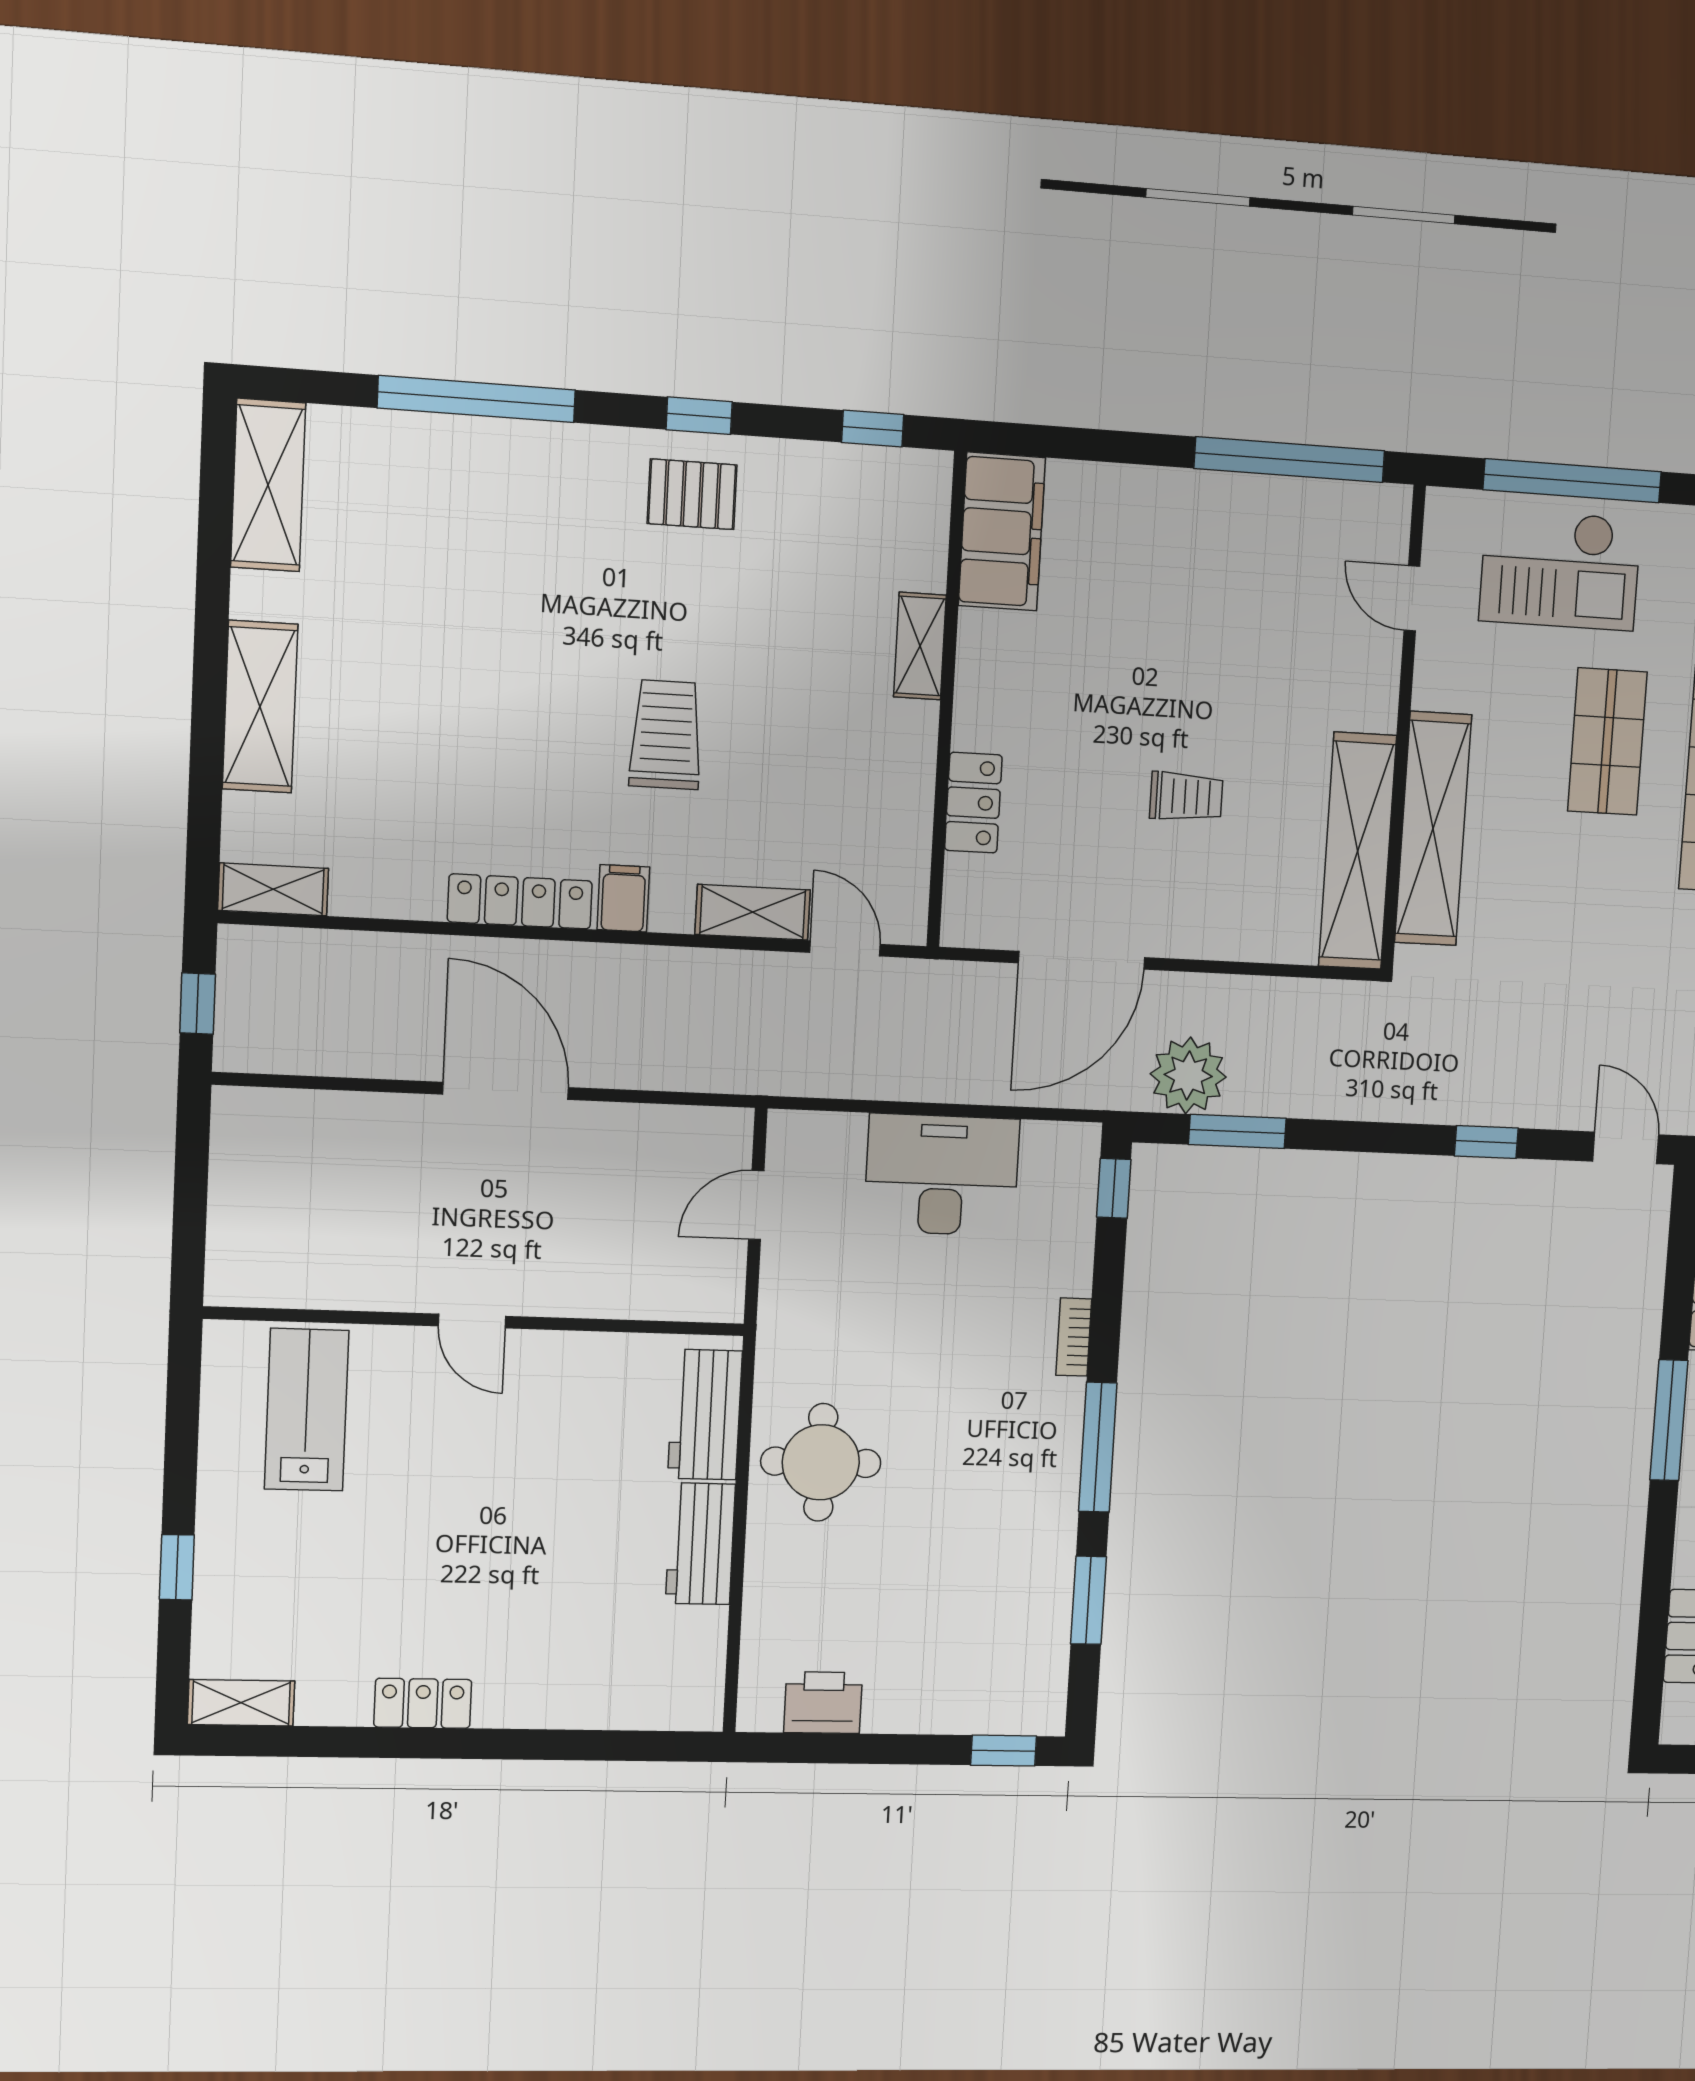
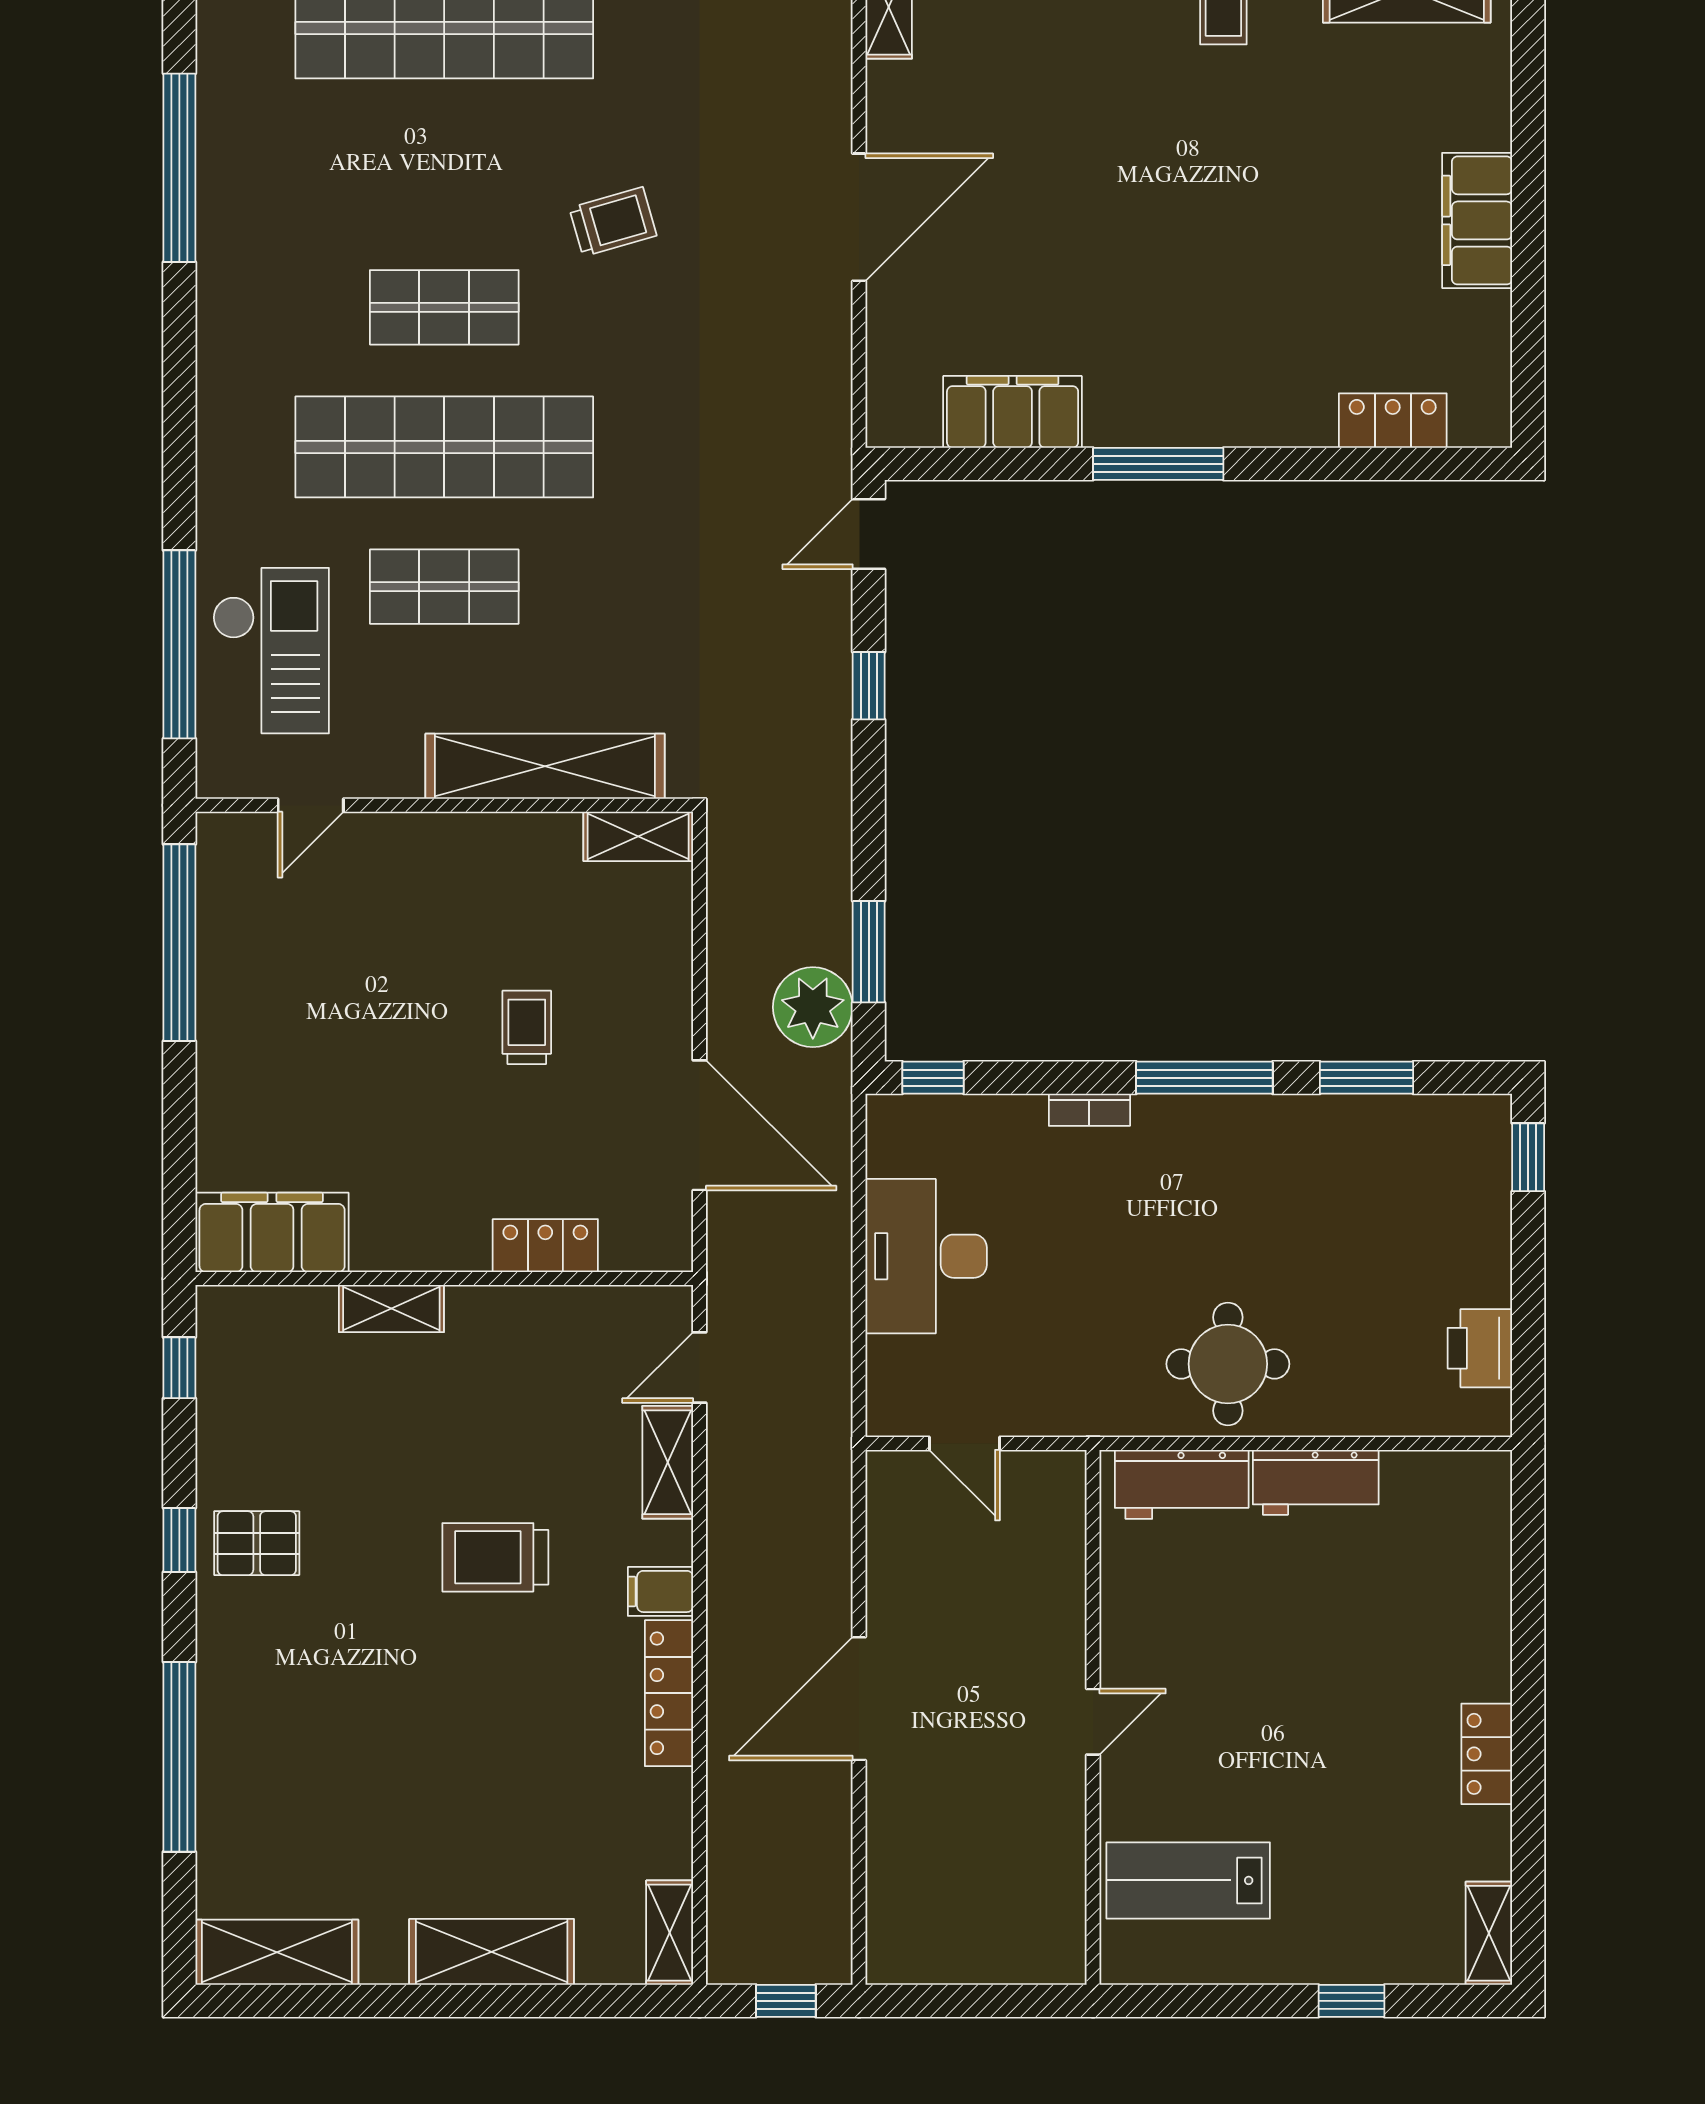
pallet: (692, 494) -> (257, 1543), turned 90
shelving: (1358, 851) -> (638, 836), width x0.45, depth x0.75

